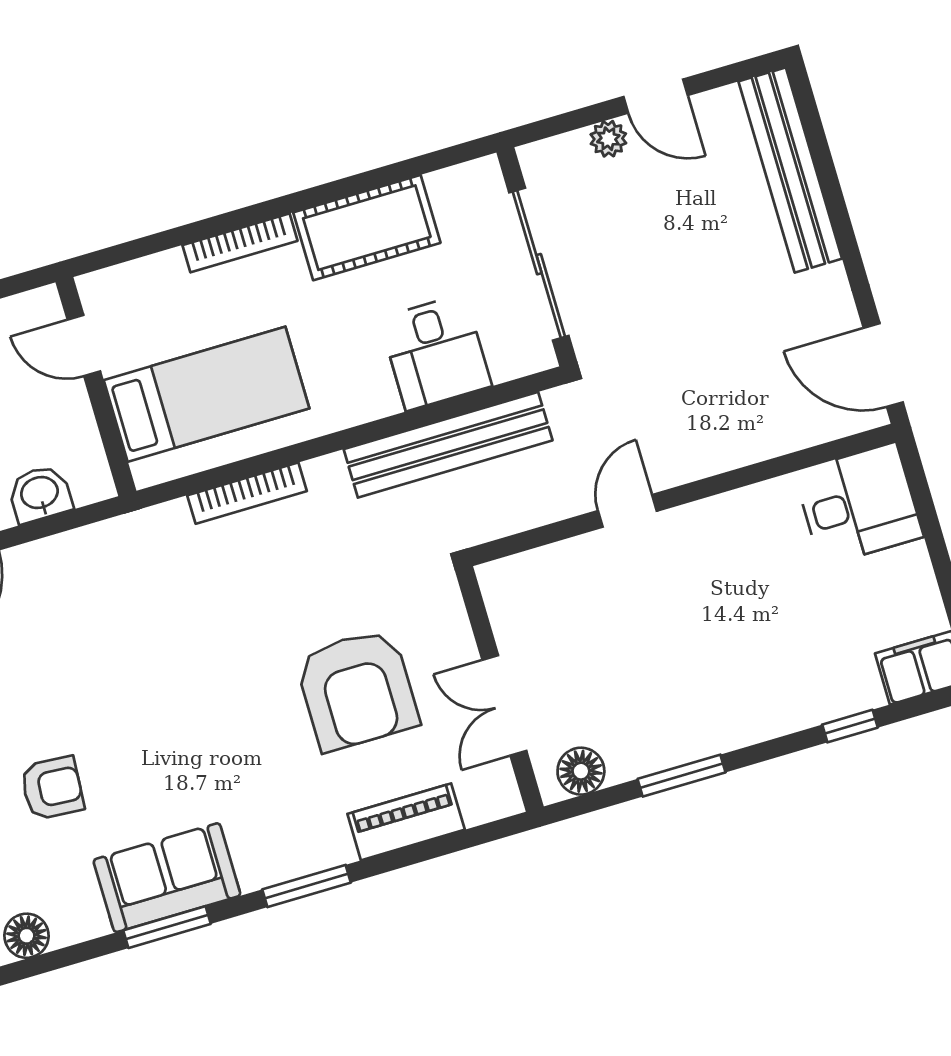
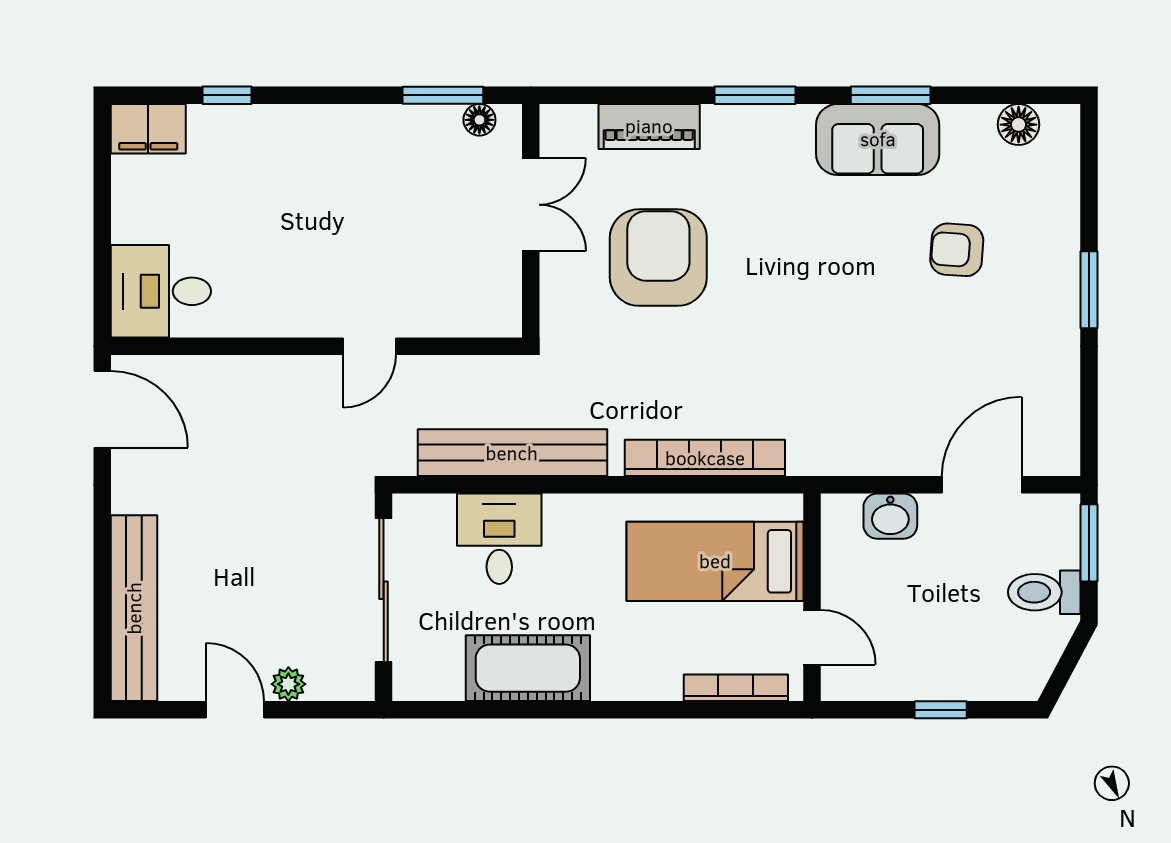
bookcase: (240, 243) -> (736, 688), moved
bookcase: (247, 493) -> (705, 458), width x1.48, depth x1.31
floor lamp: (581, 771) -> (479, 120), width x0.73, depth x0.73
window: (682, 776) -> (443, 95), moved

